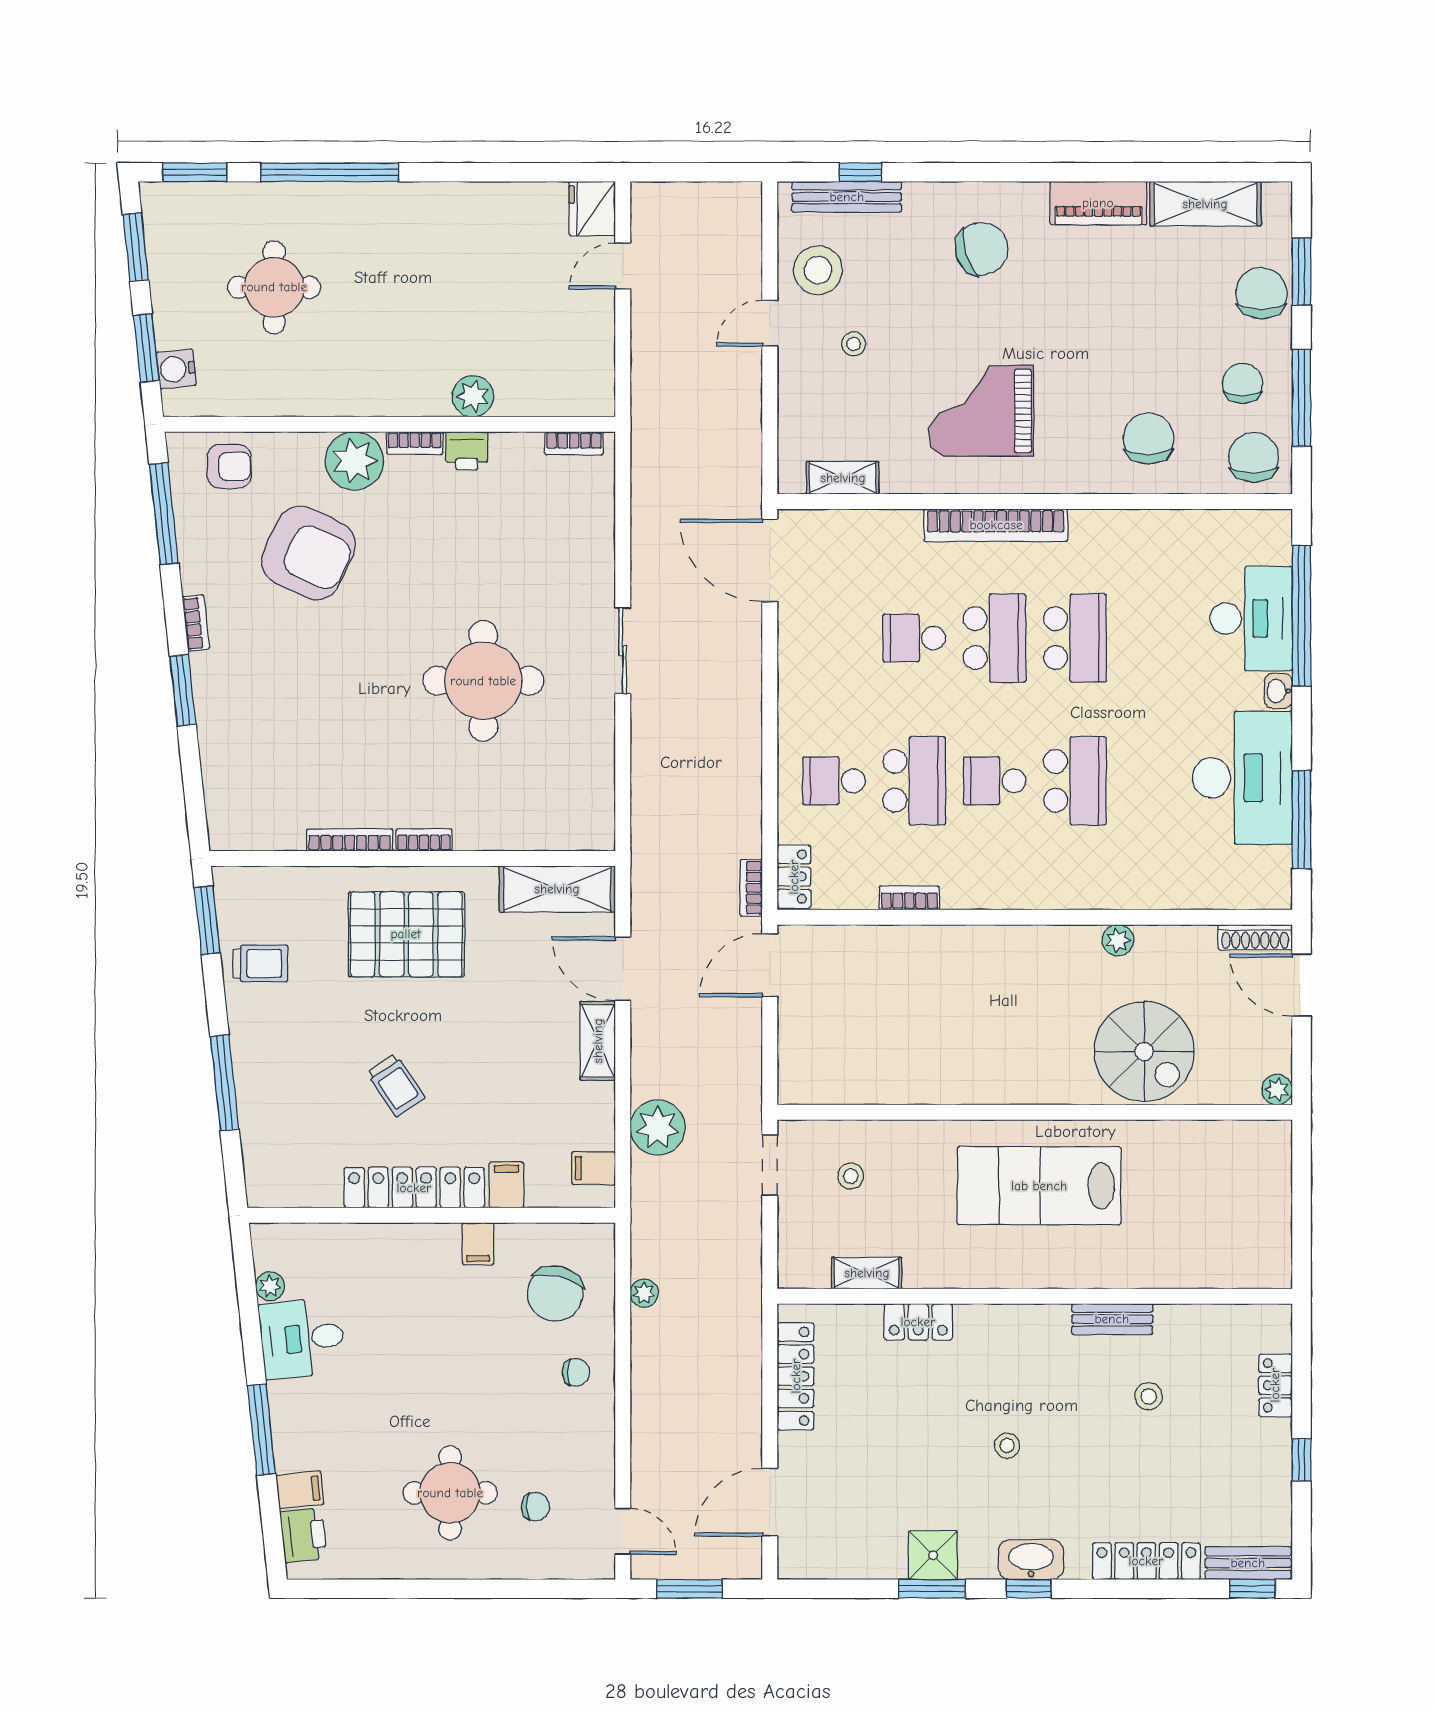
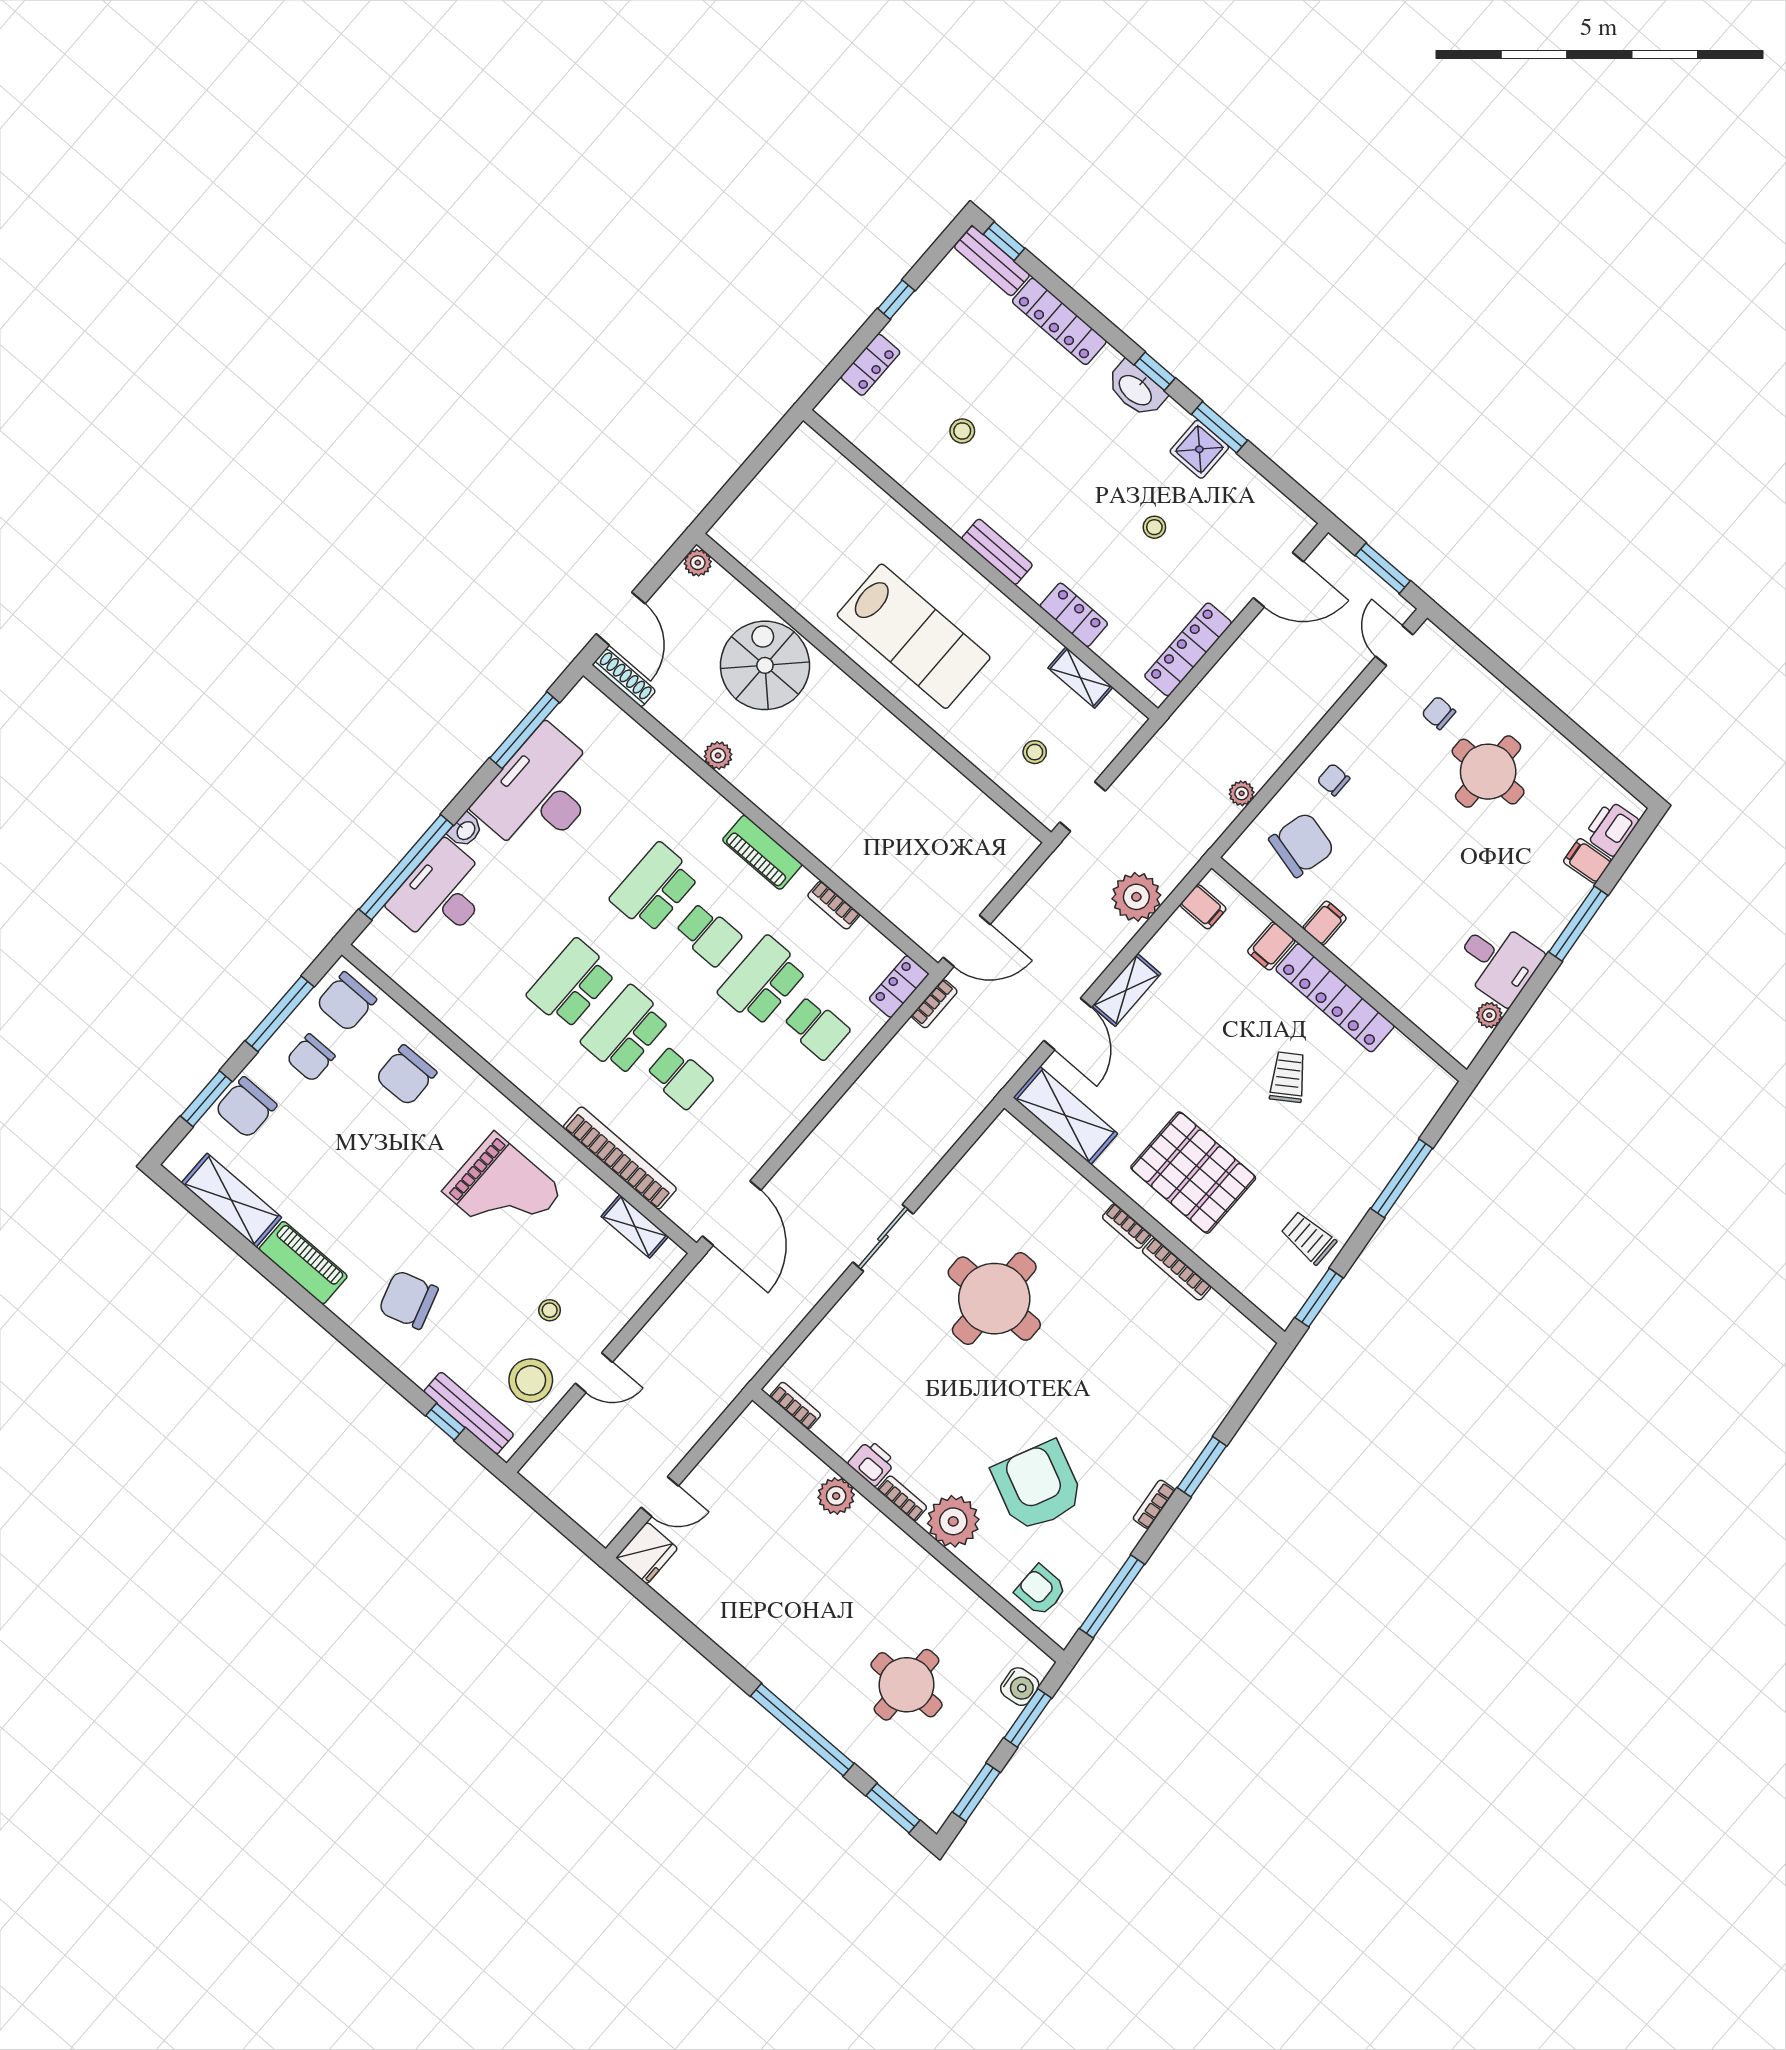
bookcase: (996, 525) -> (620, 1158), moved
piano: (1009, 890) -> (762, 852), added
bench: (1112, 1319) -> (997, 552), moved
stool: (1007, 1446) -> (1154, 527), moved

